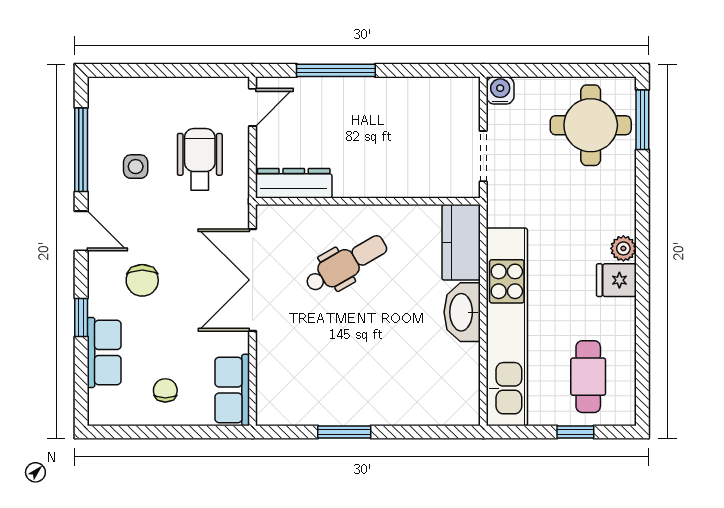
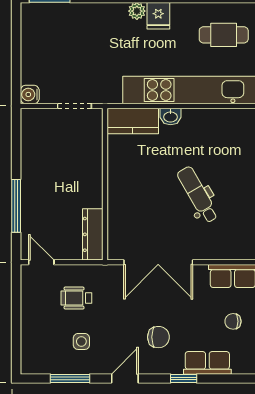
round table: (591, 125) -> (53, 33), removed
window: (81, 150) -> (70, 378), width x0.69
wheelchair: (200, 159) -> (76, 298), width x0.73, depth x0.73
dental chair: (346, 264) -> (198, 195), moved
washbasin: (462, 312) -> (171, 116), width x0.52, depth x0.69

